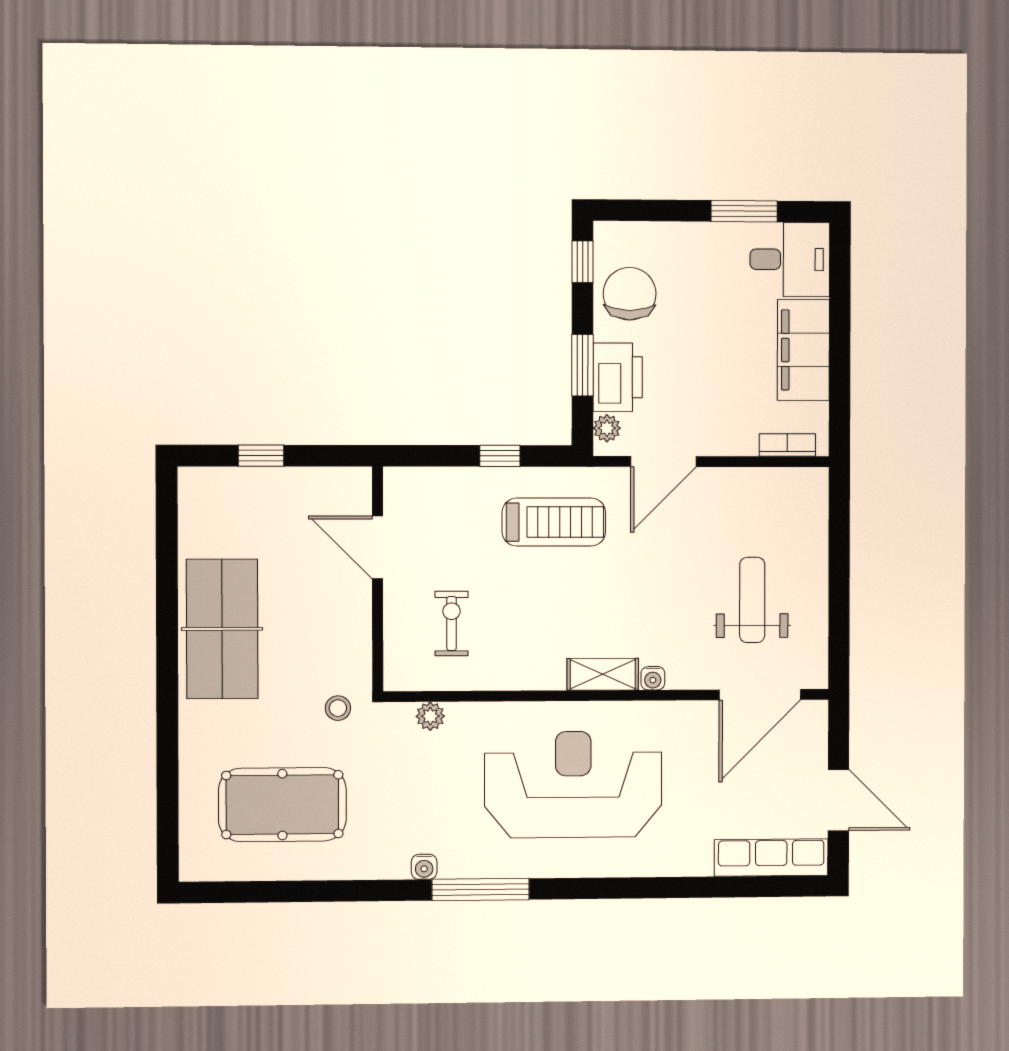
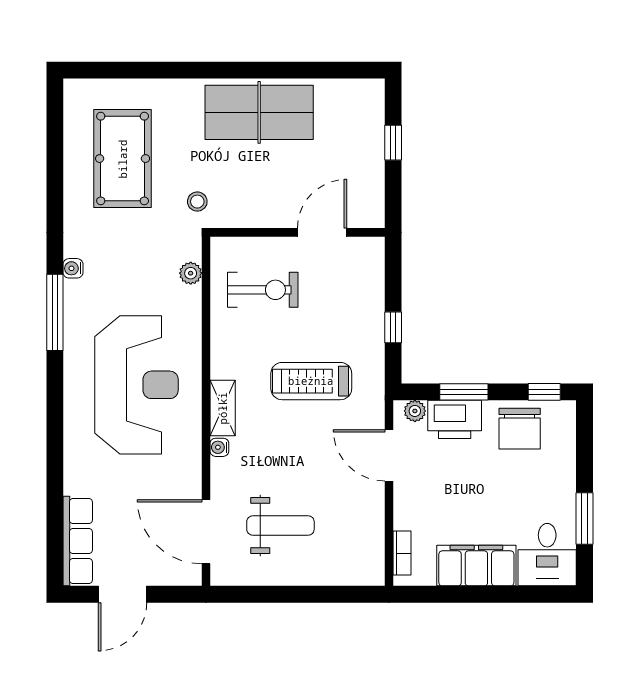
chair: (630, 294) -> (520, 429), turned 90
treadmill: (554, 522) -> (311, 381), moved, turned 90
exercise bike: (452, 624) -> (263, 290), width x1.38, depth x1.39

